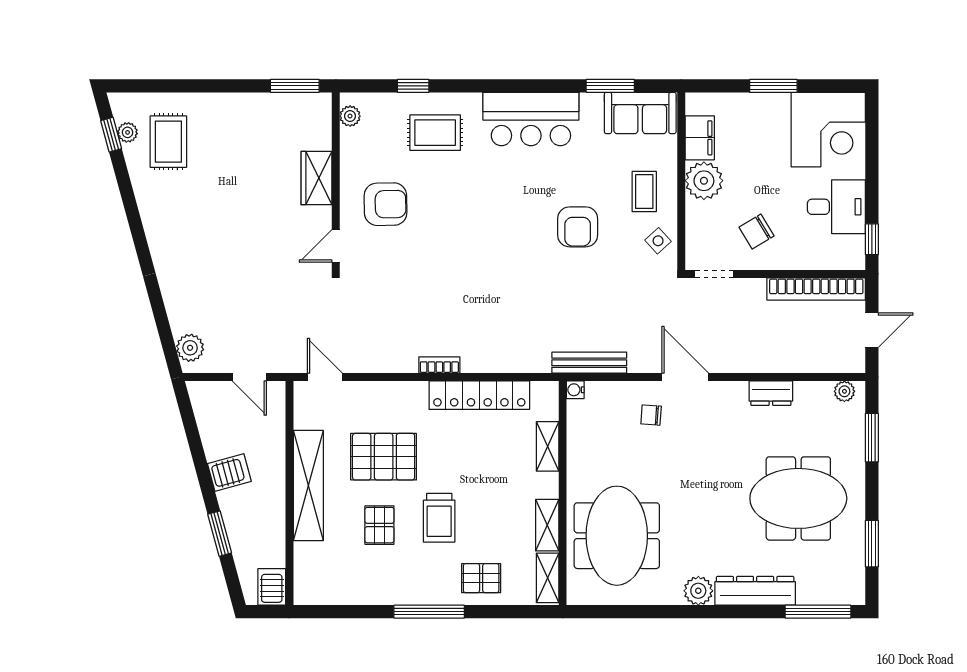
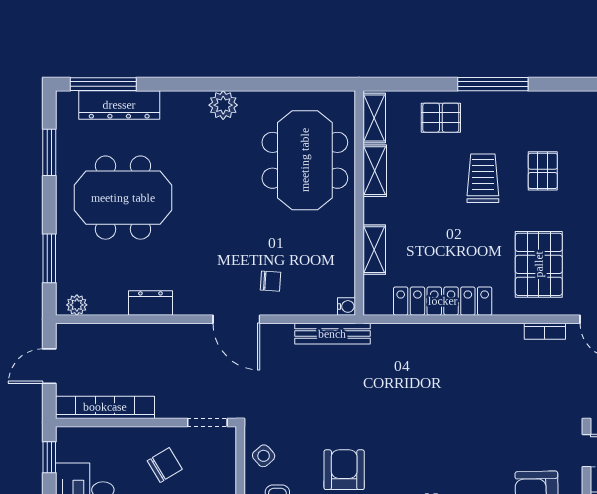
bookcase: (439, 365) -> (545, 331), moved
pallet: (384, 457) -> (539, 264), moved, turned 90
dresser: (755, 591) -> (119, 105), moved

